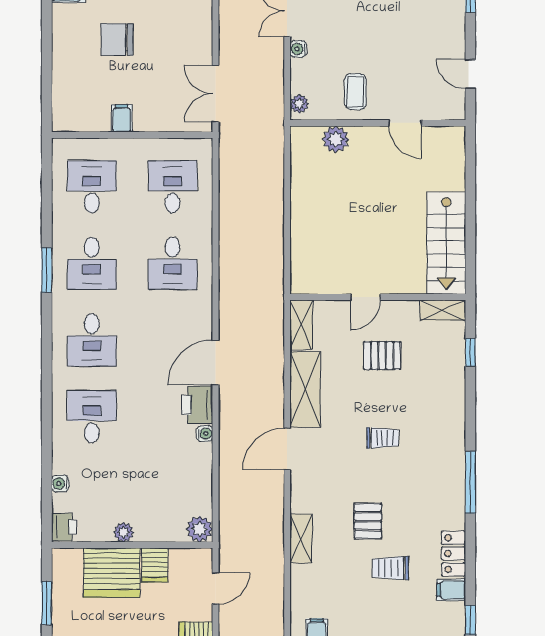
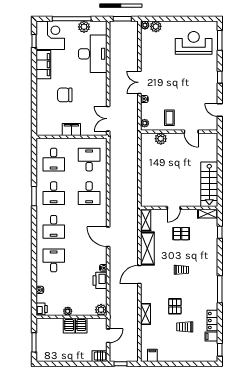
filing cabinet: (122, 118) -> (71, 130), width x2.00
desk: (92, 187) -> (54, 160), turned 180
door: (216, 363) -> (108, 237), hinge flipped
printer: (197, 405) -> (100, 280), moved
server rack: (112, 573) -> (69, 326), width x0.46, depth x0.70

